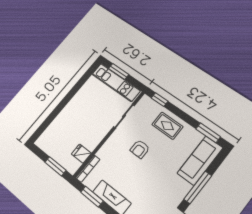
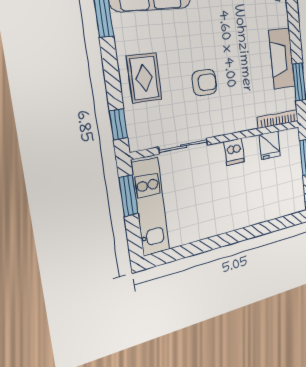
window: (119, 72) -> (128, 196), moved
dishwasher: (98, 135) -> (234, 152), added

